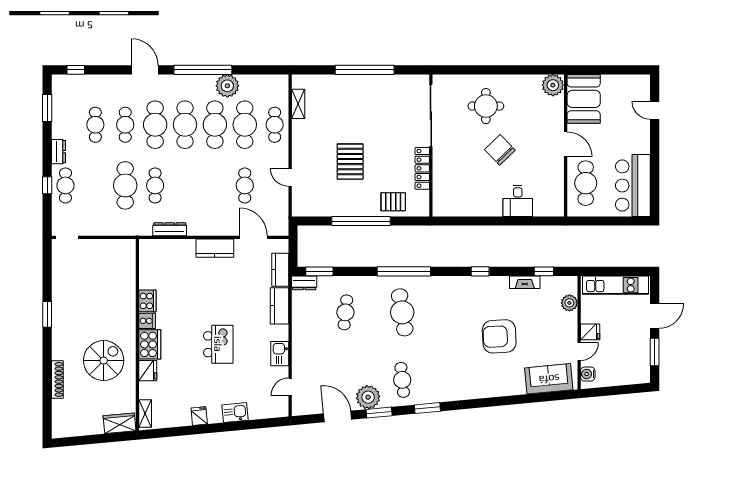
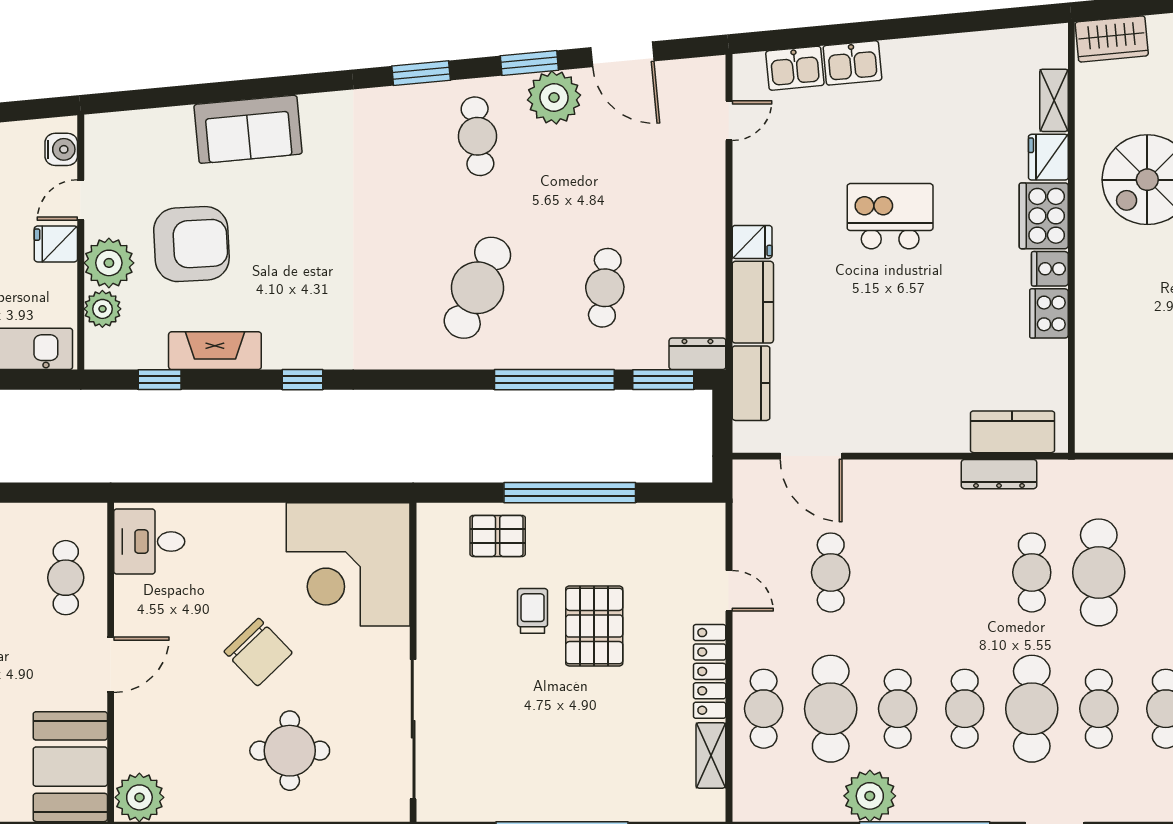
cafe table: (185, 125) -> (965, 709), width x0.73, depth x0.74
cafe table: (215, 125) -> (898, 709), width x0.73, depth x0.74
door: (566, 144) -> (111, 665), swing flipped
trolley: (378, 168) -> (533, 611), added
locker: (422, 168) -> (710, 671), moved, turned 180
cafe table: (586, 183) -> (66, 578), width x0.73, depth x0.74
corner desk: (460, 189) -> (348, 564), added
desk: (518, 201) -> (149, 542), moved, turned -90
kitchen counter: (215, 248) -> (1012, 432), moved
window: (404, 271) -> (554, 380), moved
fireplace: (525, 282) -> (215, 351), width x1.37, depth x1.32
cafe table: (402, 312) -> (477, 288), turned 33
plant: (566, 323) -> (109, 263), added
armchair: (499, 336) -> (191, 244), moved
kitchen island: (218, 344) -> (890, 216), turned 90
kitchen sink: (280, 354) -> (795, 68), moved, turned 85
sofa: (549, 379) -> (248, 129), moved
shelving: (145, 413) -> (1054, 100), moved
fridge: (199, 416) -> (752, 242), moved, turned -85

